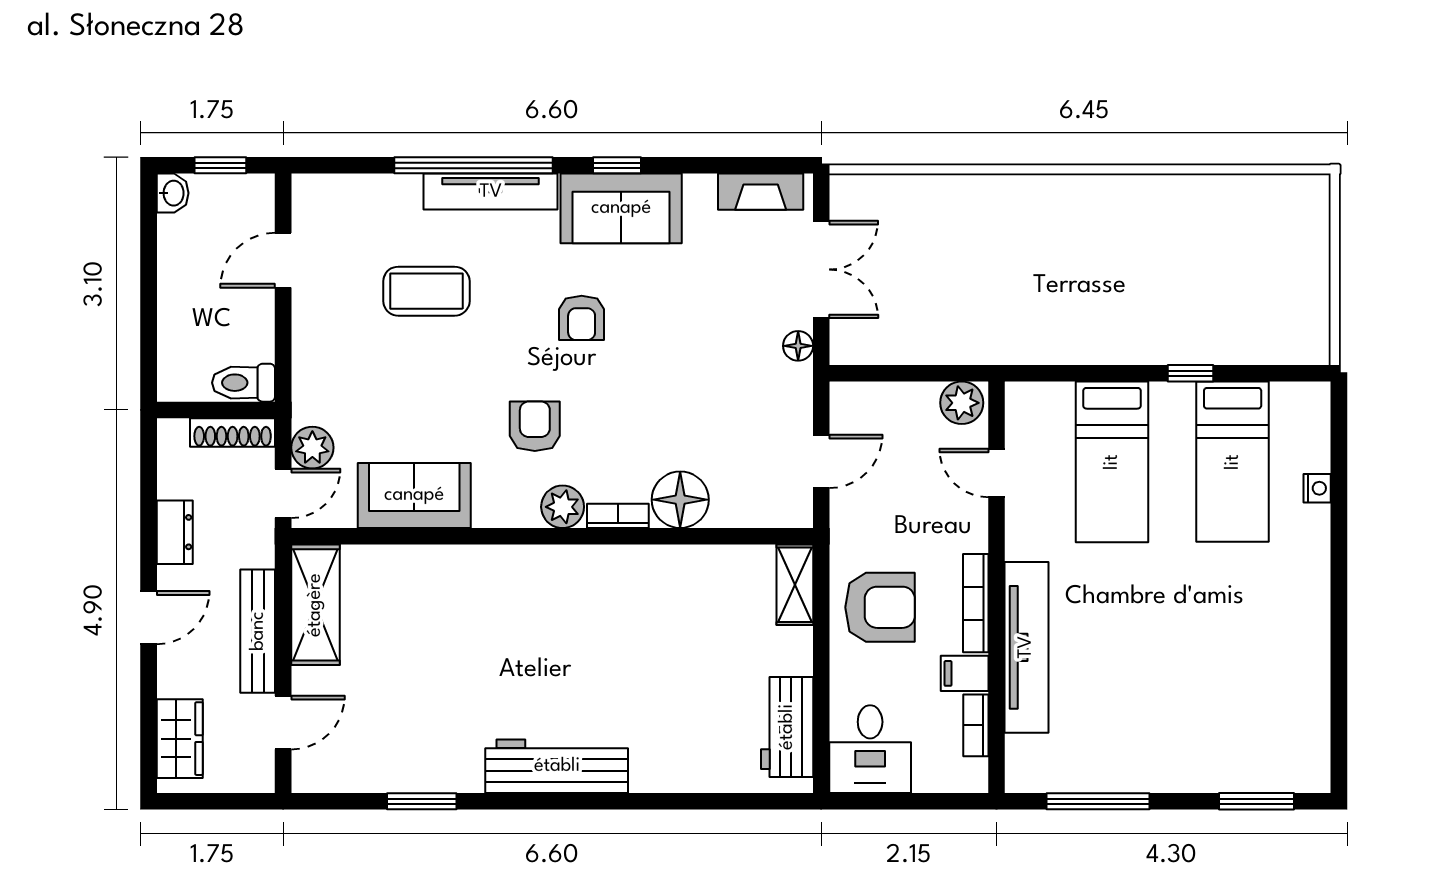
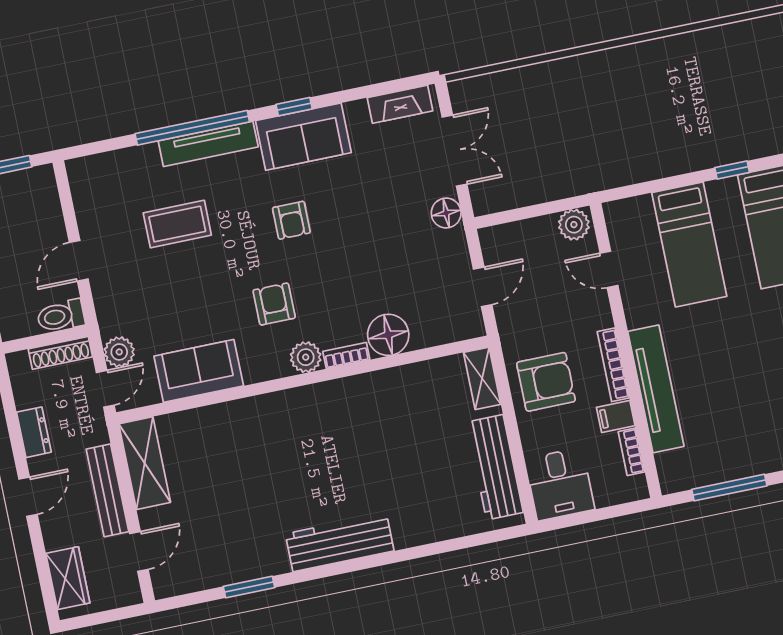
door: (283, 260) -> (79, 261), moved
floor lamp: (798, 346) -> (446, 213), width x1.37, depth x1.37
workbench: (787, 727) -> (495, 467), width x1.38

